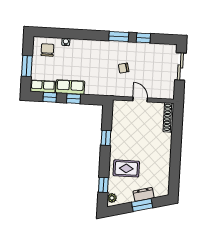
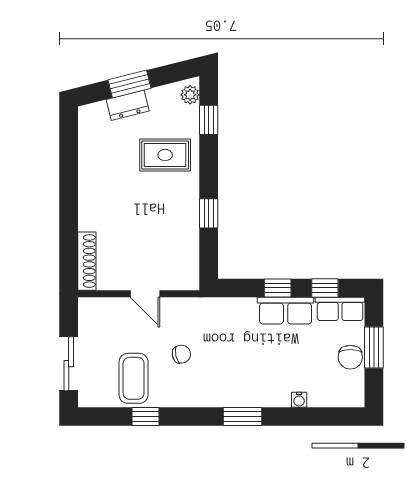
window: (119, 36) -> (242, 416), moved
chair: (47, 50) -> (350, 357), moved
coffee table: (148, 57) -> (134, 378), added

